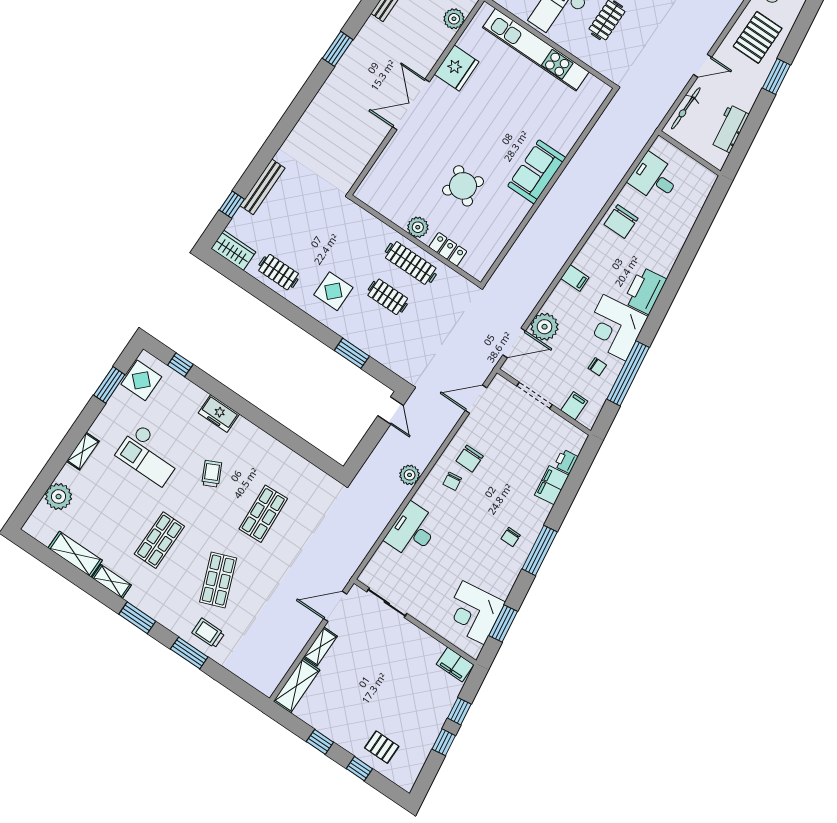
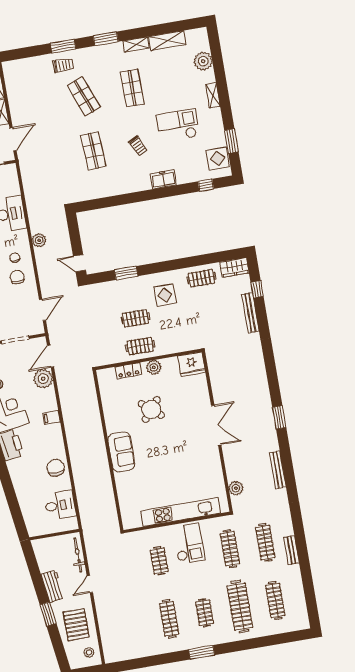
fridge: (457, 68) -> (192, 364), moved, turned -90
workbench: (730, 129) -> (53, 586), moved
clothes rail: (411, 263) -> (140, 346), width x0.73

